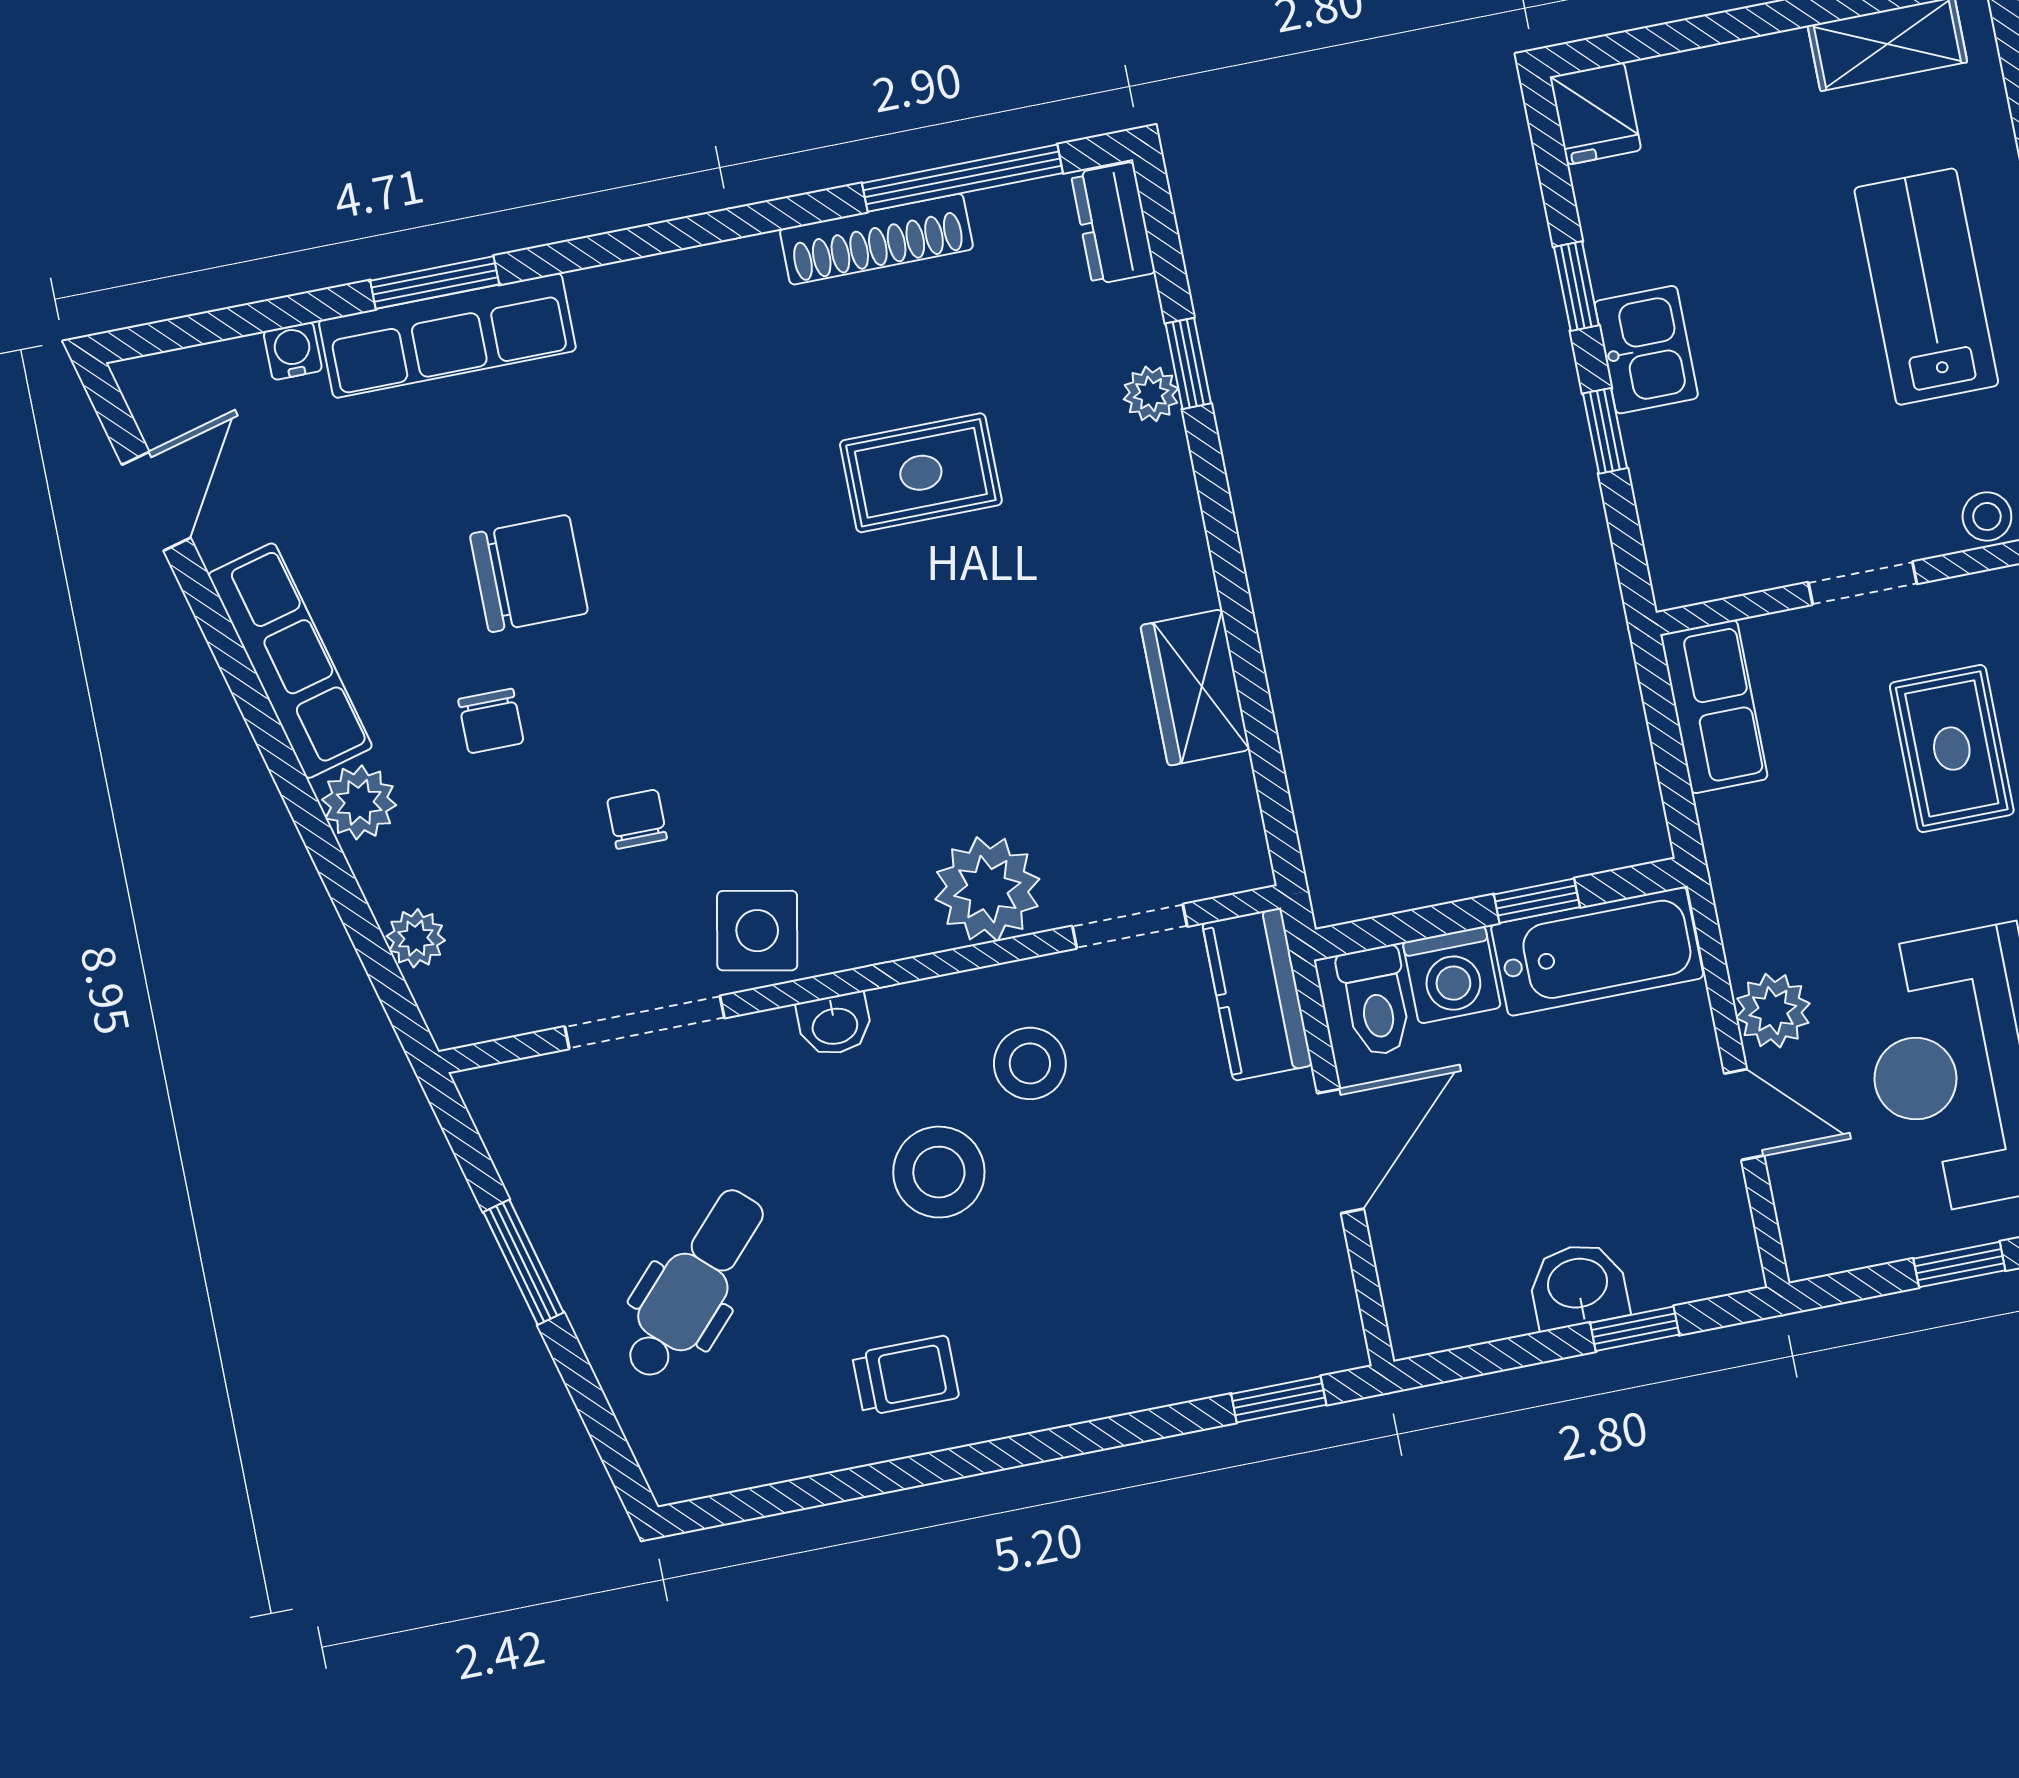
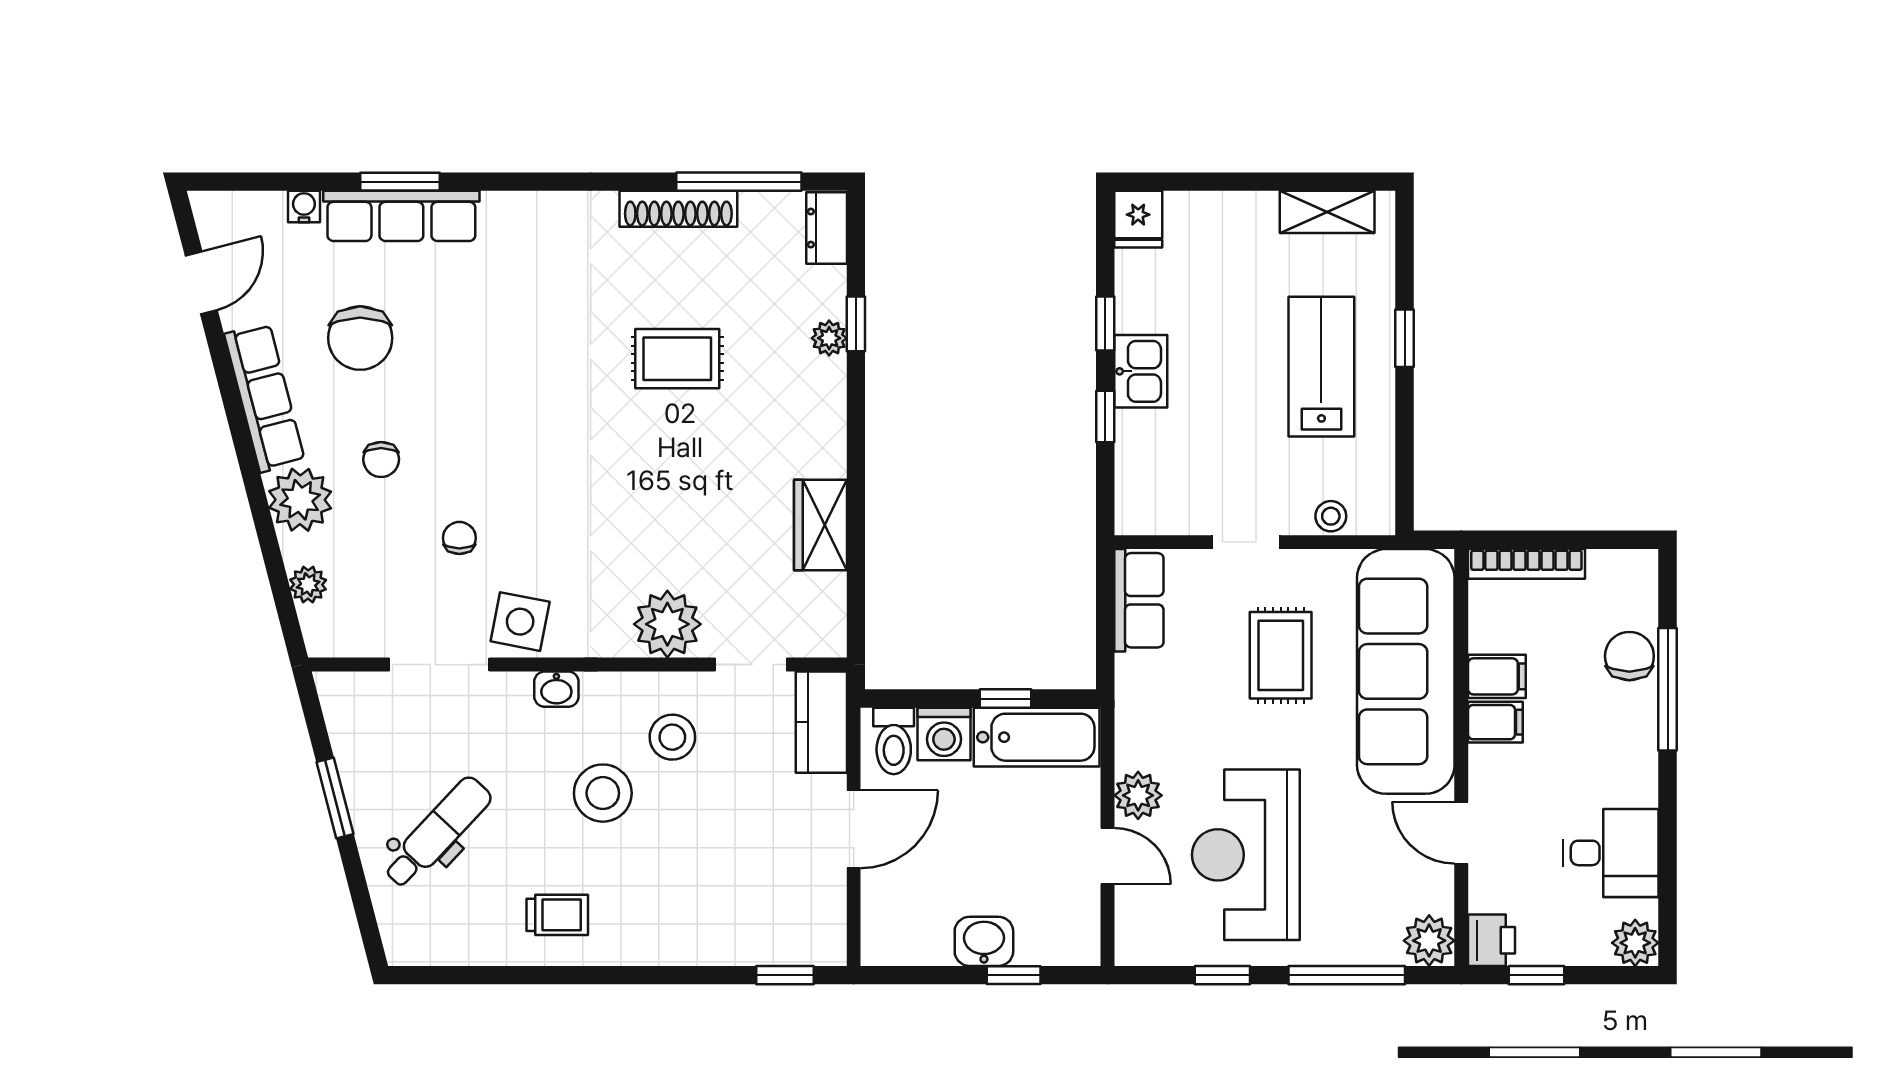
chair: (529, 574) -> (360, 338), moved, turned 90
plant: (359, 802) -> (300, 500), width x1.36, depth x1.36

